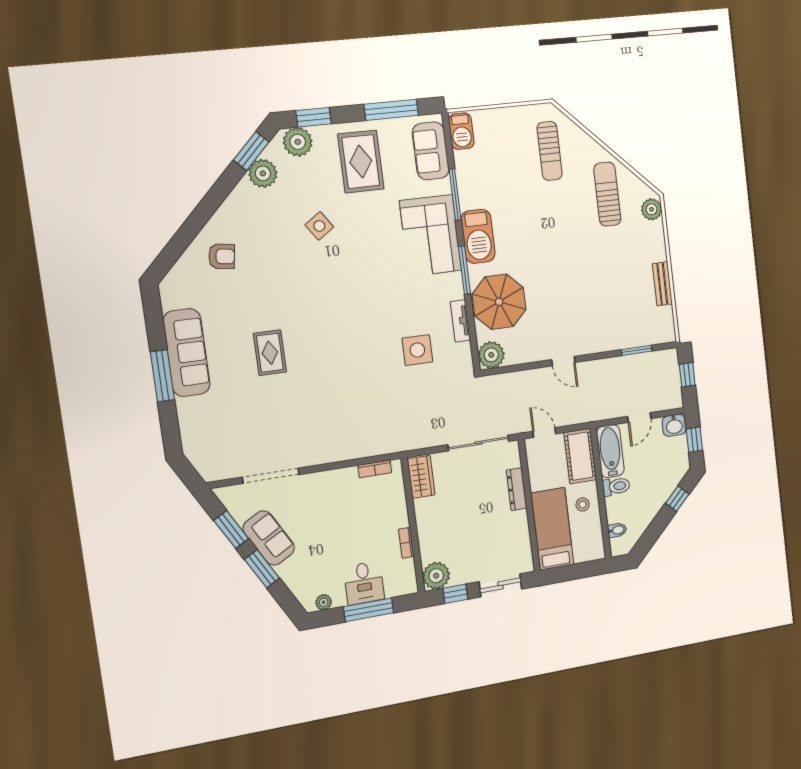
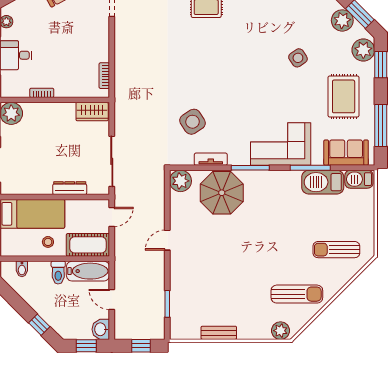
rug: (361, 162) -> (344, 96), turned 90
barbecue: (478, 236) -> (323, 182), moved
side table: (417, 350) -> (193, 122), turned -33

